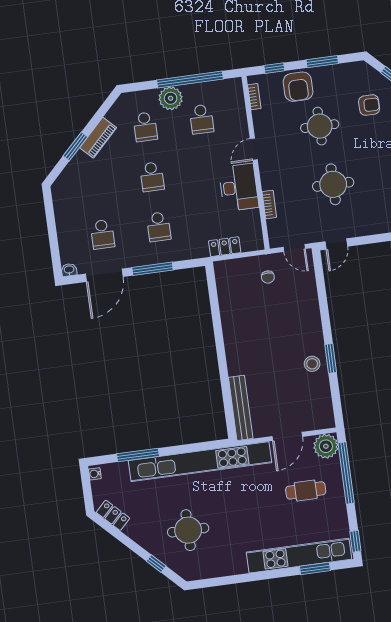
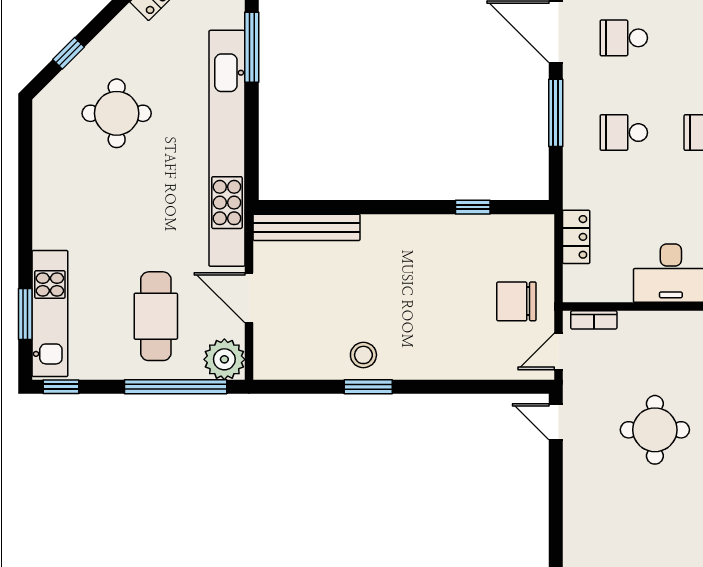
bookcase: (269, 204) -> (594, 320), moved
chair: (268, 277) -> (516, 301), width x1.87, depth x1.87
window: (215, 311) -> (473, 207), added
cafe table: (306, 490) -> (156, 316), width x1.37, depth x1.35
kitchen unit: (299, 556) -> (50, 314), width x0.73

